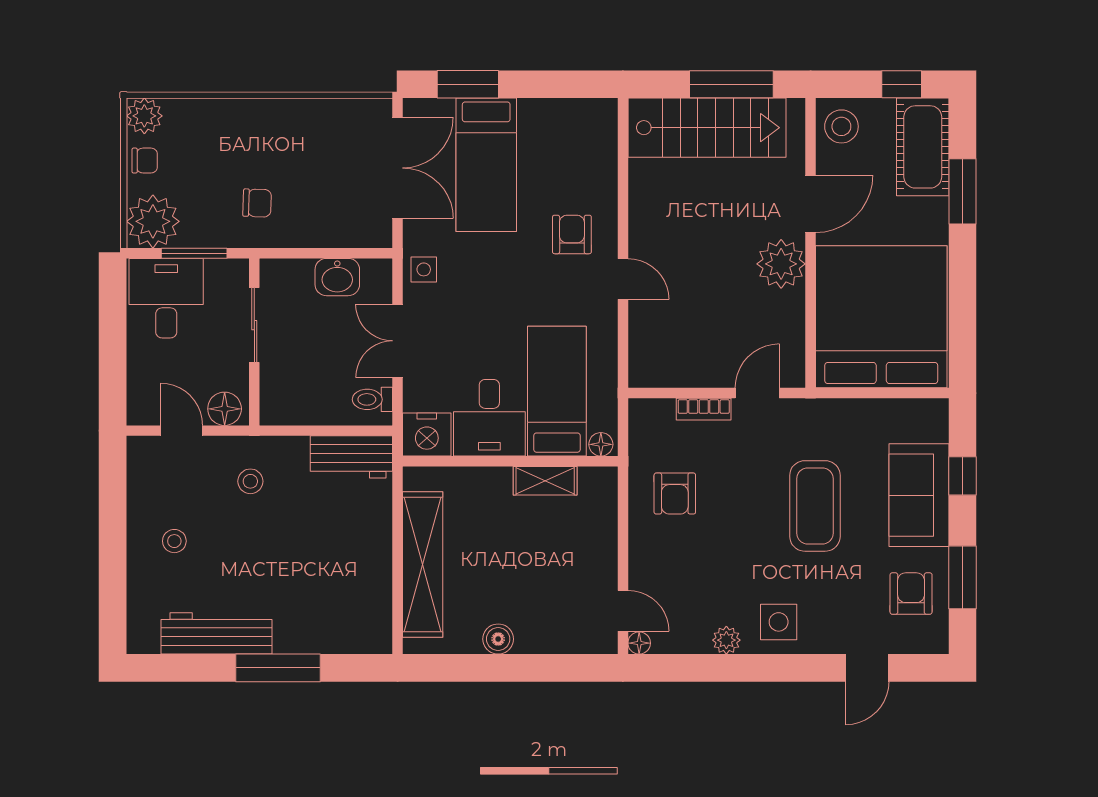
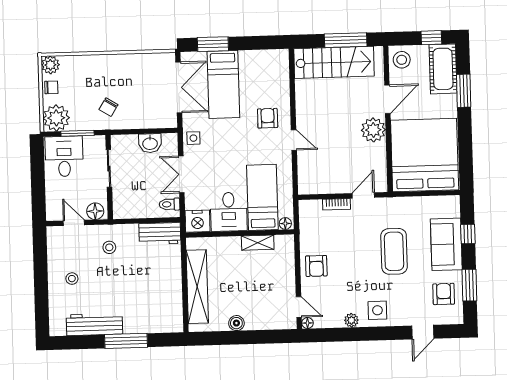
chair: (257, 203) -> (109, 107), turned 120
armchair: (675, 494) -> (316, 266), moved

